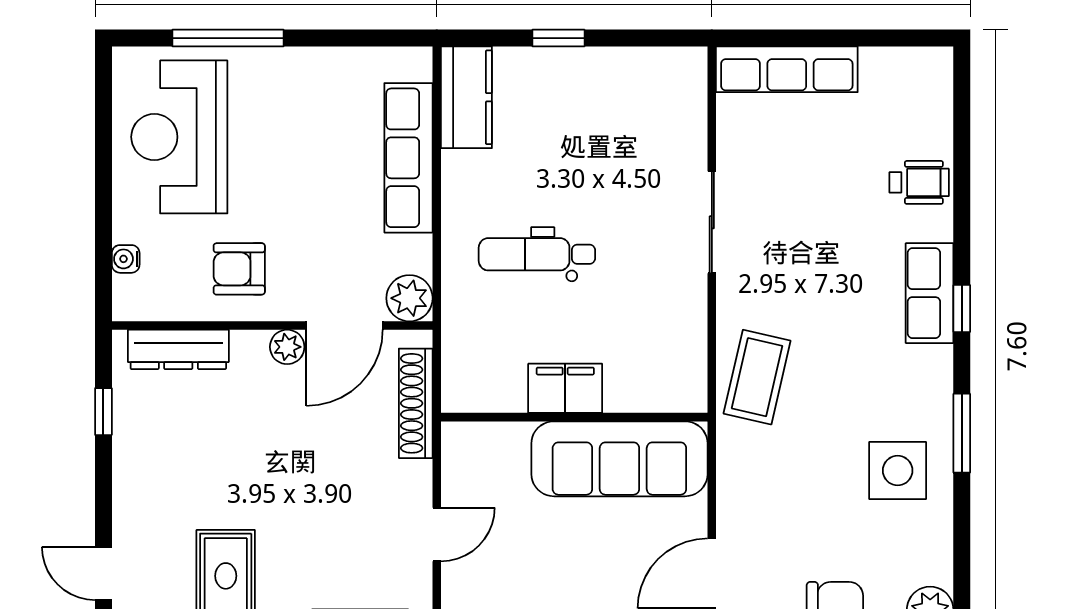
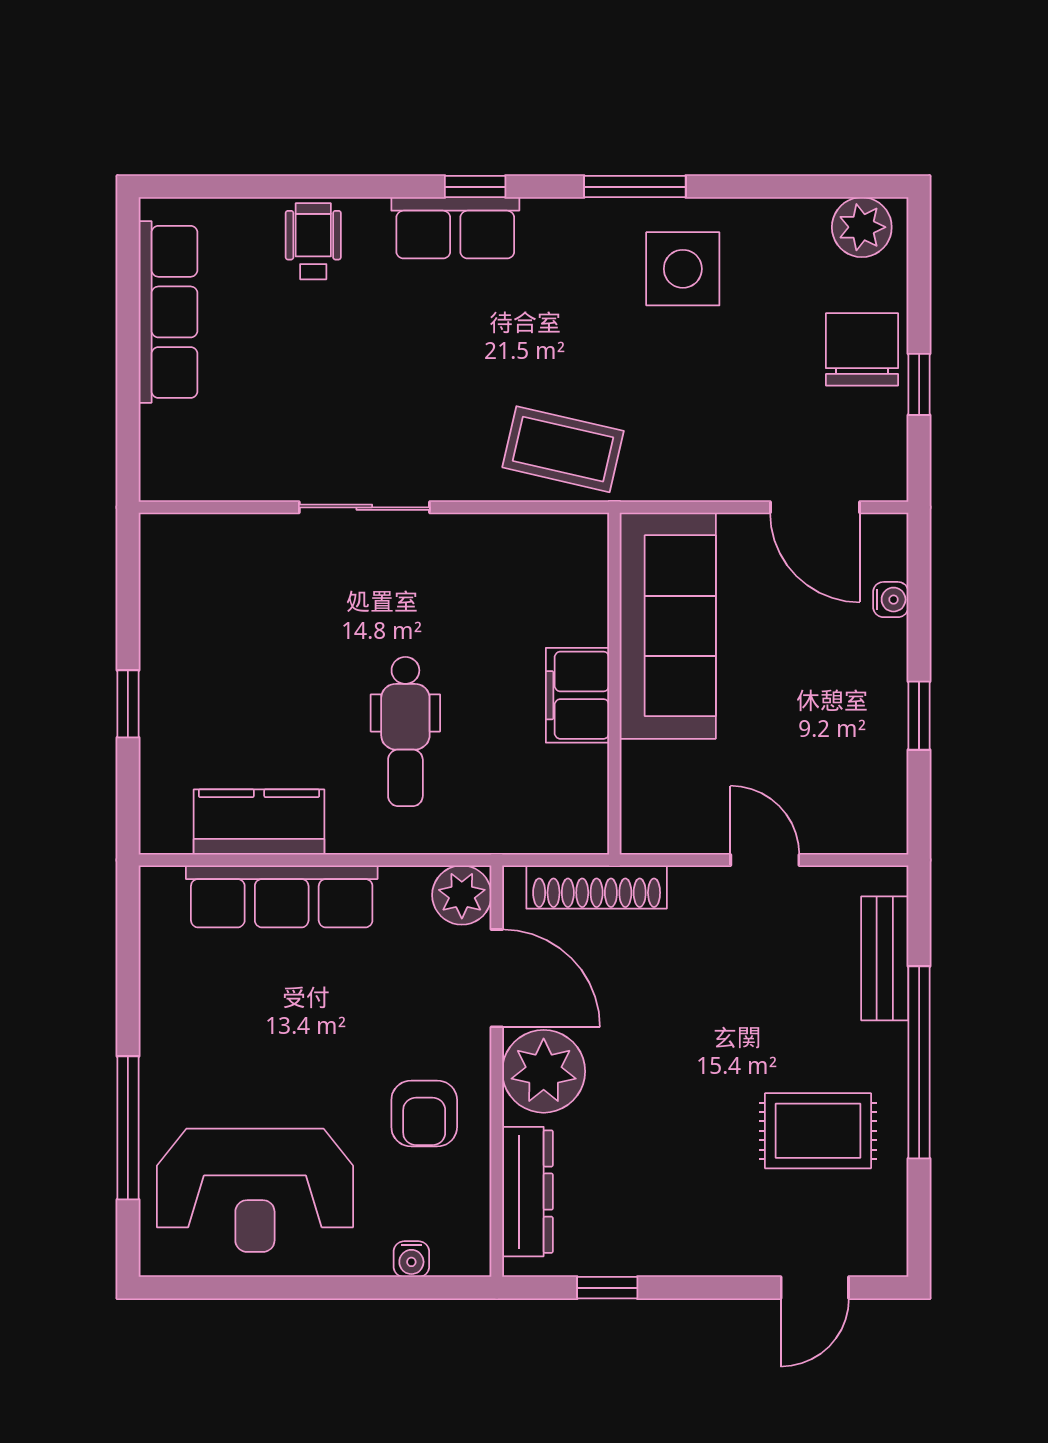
row of seats: (787, 69) -> (168, 312), moved
kitchen counter: (466, 97) -> (259, 822), moved
plant: (287, 347) -> (544, 1071), width x1.88, depth x1.88

